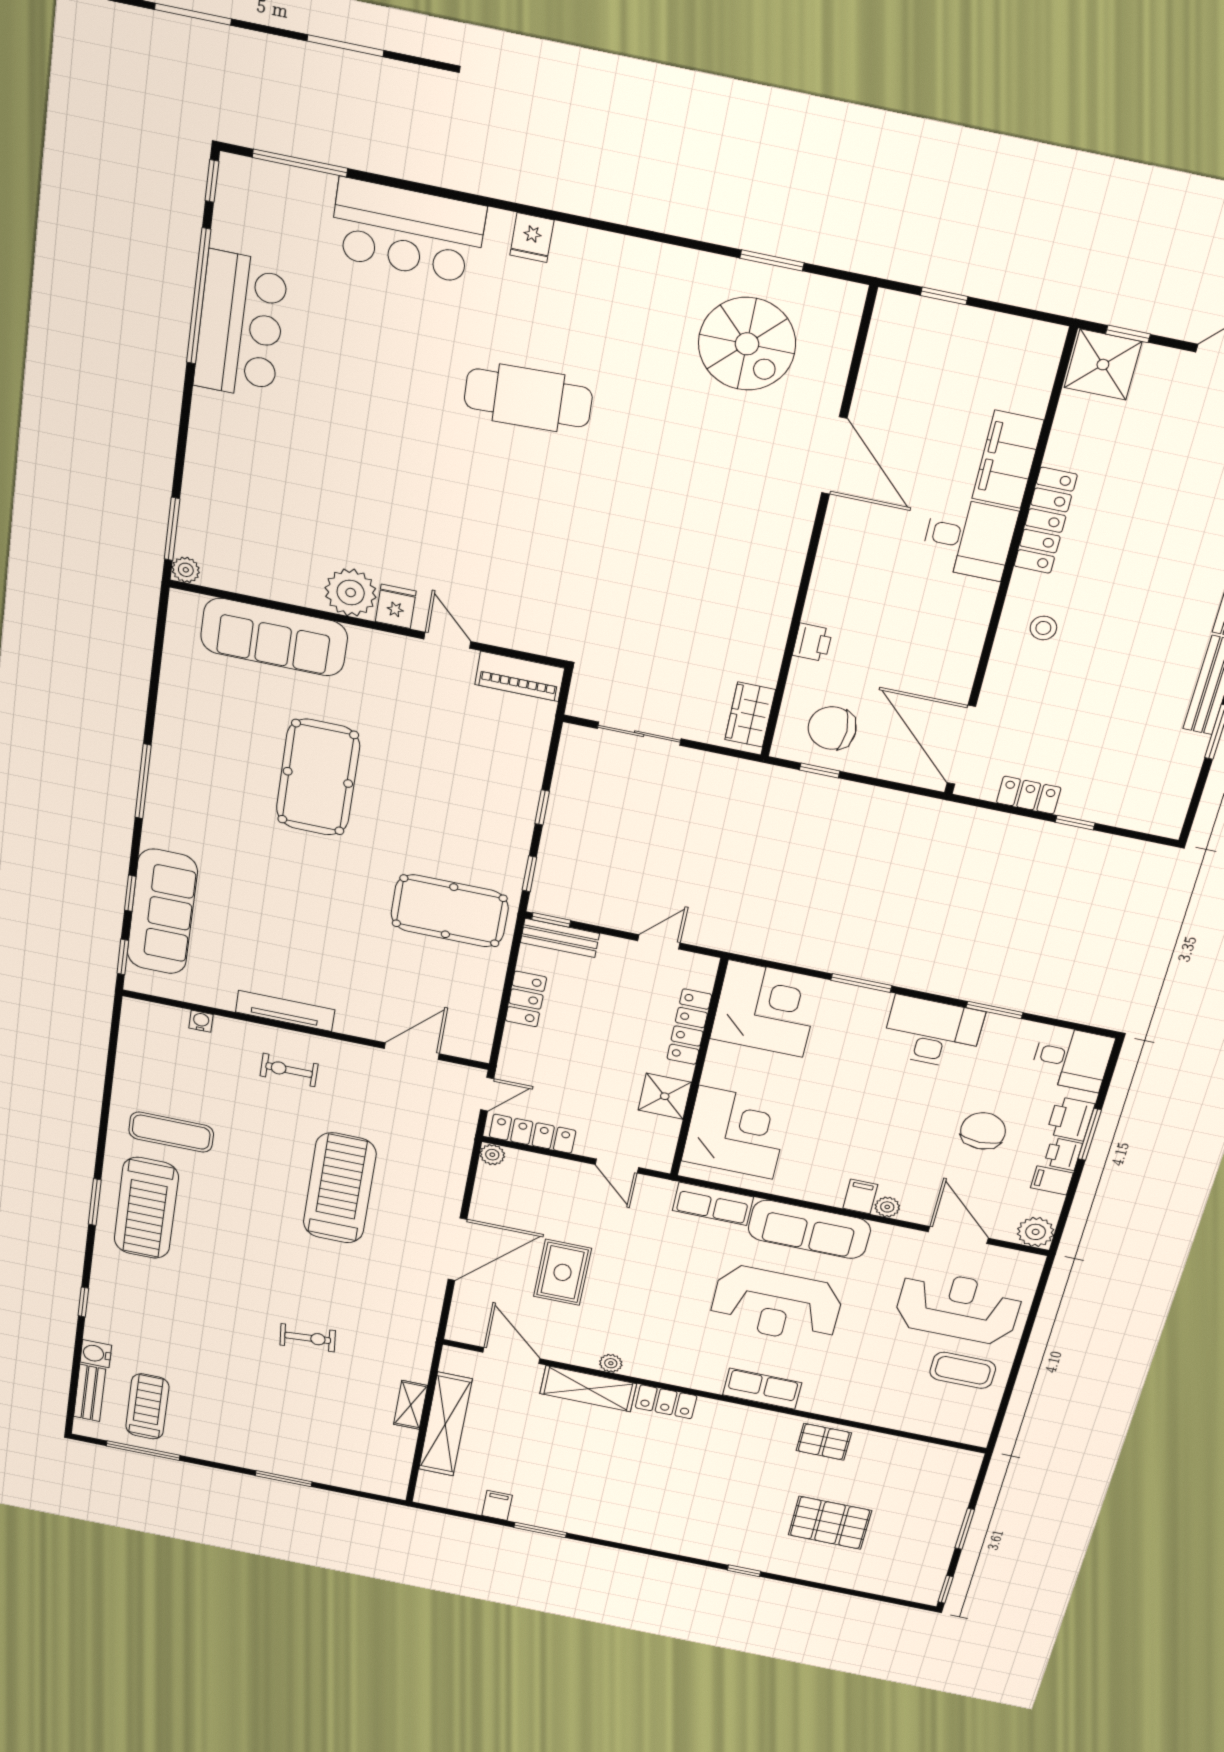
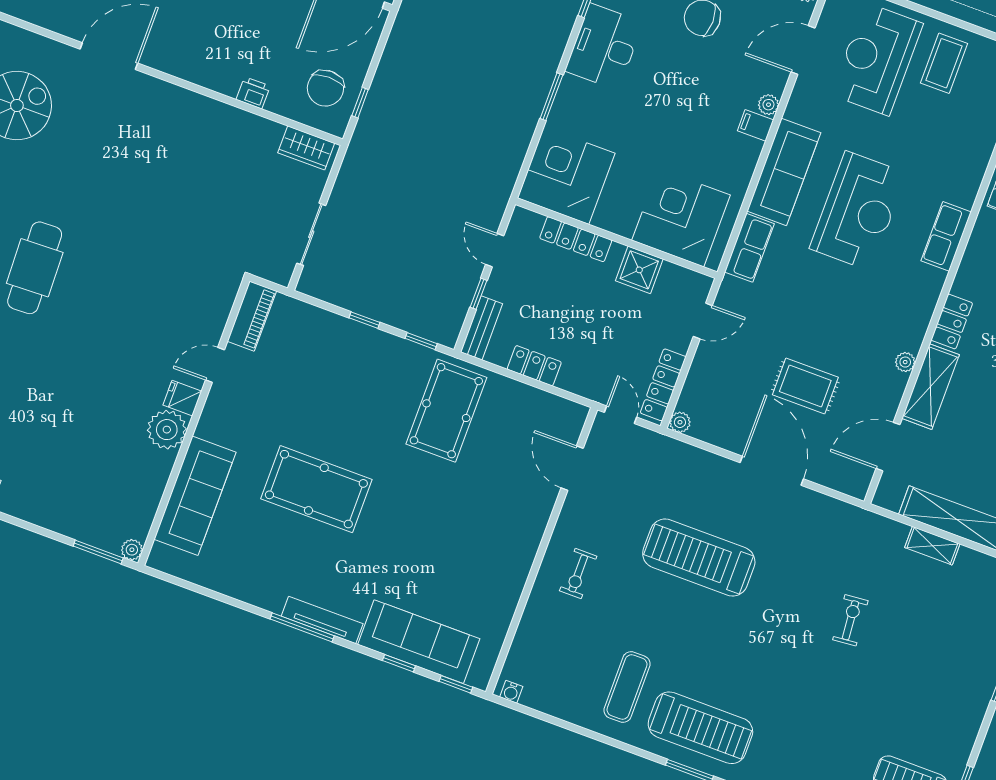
window: (551, 920) -> (478, 294), moved
tv unit: (285, 1011) -> (322, 620), moved, turned 90
water cooler: (201, 1021) -> (511, 692), moved, turned -90

